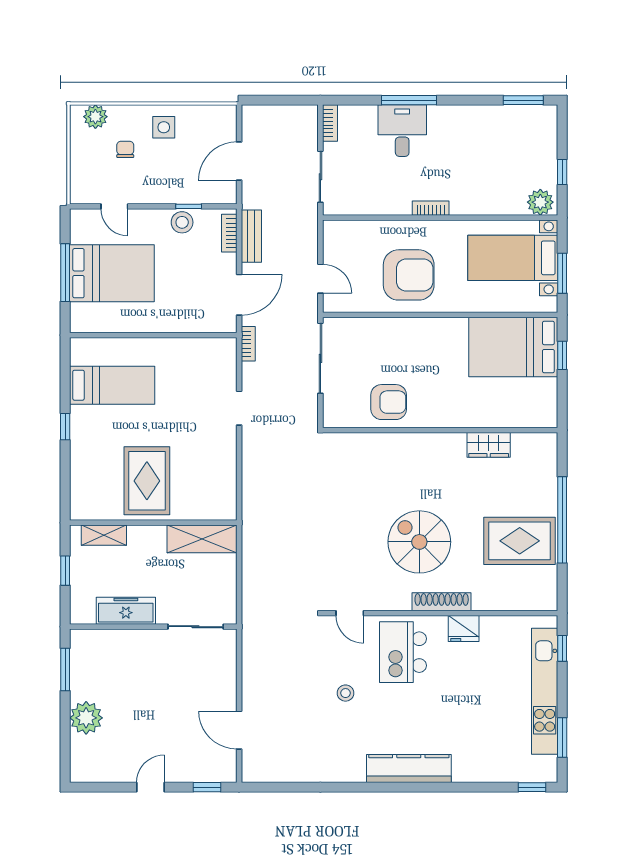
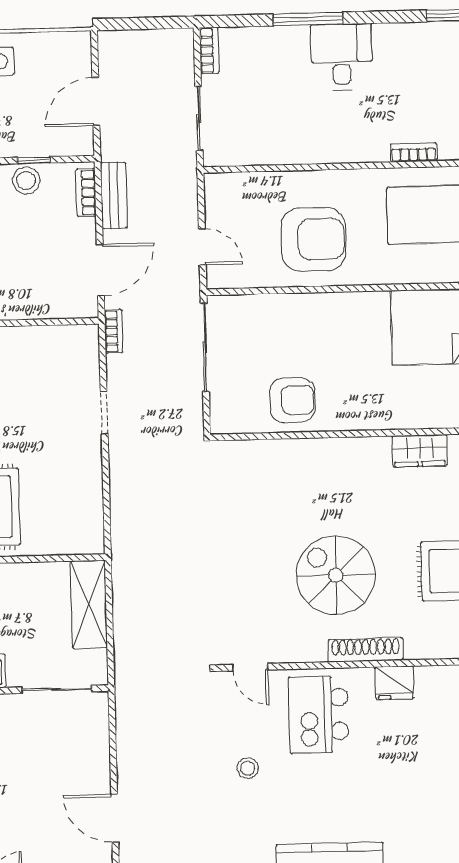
desk: (402, 131) -> (342, 57), moved
bookcase: (431, 208) -> (414, 152), moved
shelving: (202, 539) -> (89, 604), moved, turned 90

